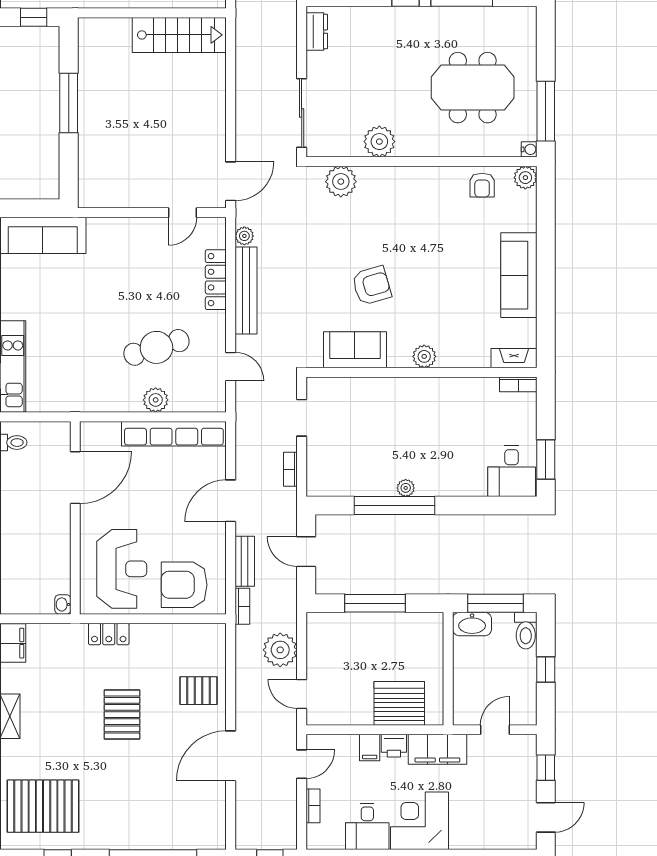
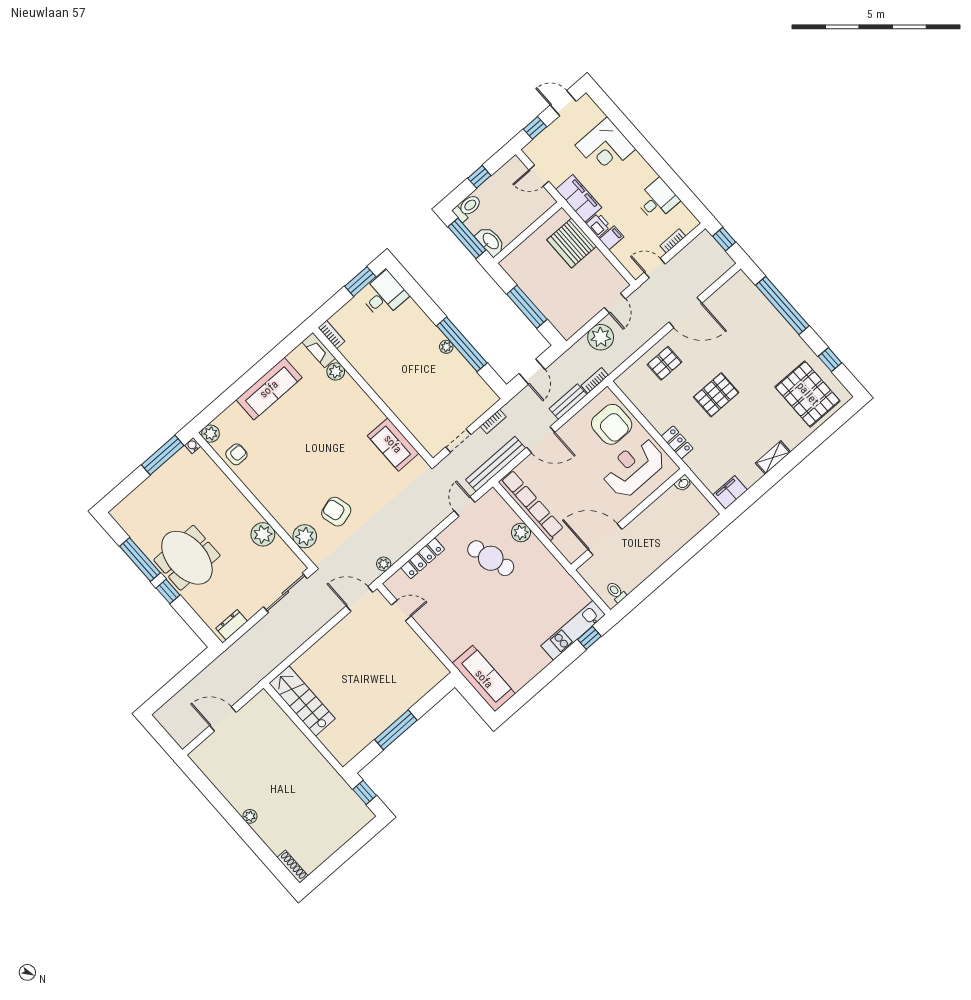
meeting table: (473, 88) -> (187, 558), moved
armchair: (372, 285) -> (336, 512), moved
bench: (246, 291) -> (496, 464), moved
plant: (424, 356) -> (336, 371), moved
pallet: (199, 691) -> (665, 363), turned 90
corner desk: (419, 821) -> (605, 147), moved

